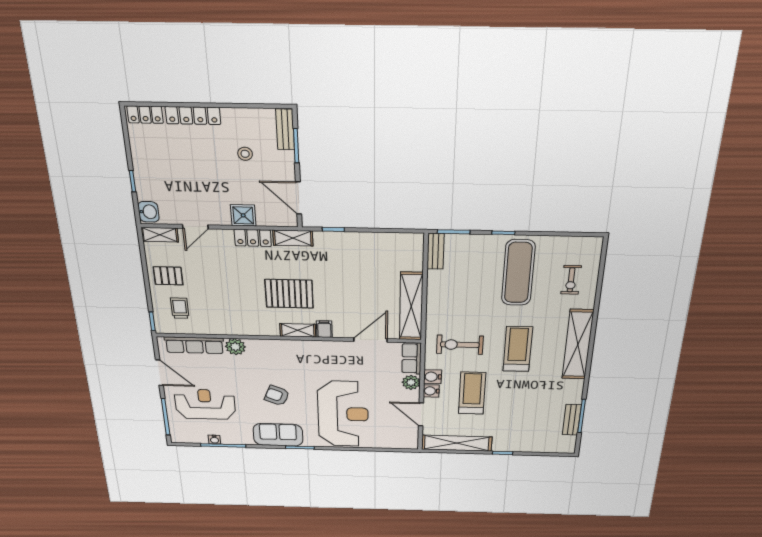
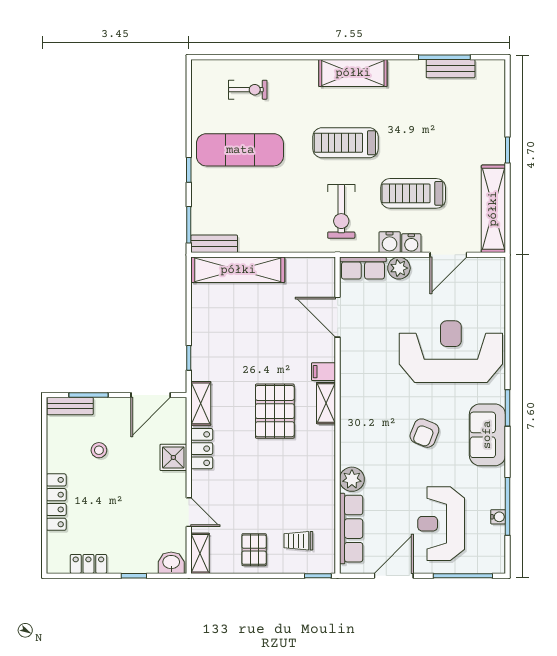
locker: (145, 115) -> (88, 564), moved, turned -90
shelving: (411, 306) -> (238, 270), moved
shelving: (578, 345) -> (353, 73), width x0.68

